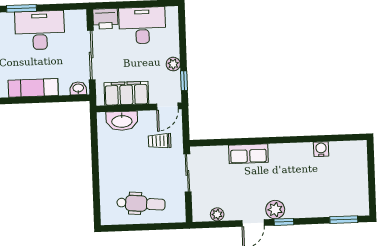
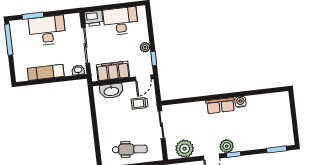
water cooler: (321, 149) -> (240, 102), moved
row of seats: (248, 154) -> (220, 106), moved
plant: (217, 214) -> (185, 149), width x1.88, depth x1.88

